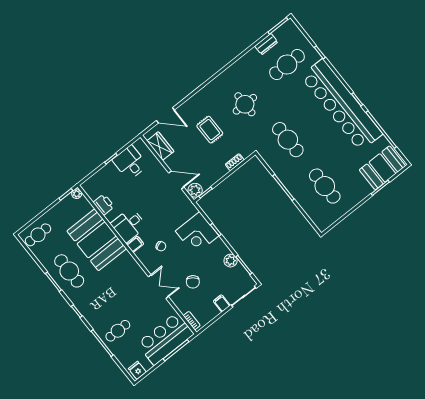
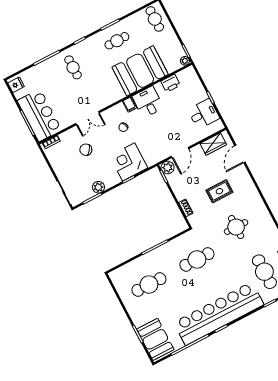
cafe table: (69, 271) -> (117, 41), width x0.73, depth x0.74
filing cabinet: (222, 303) -> (62, 172), removed
cafe table: (118, 331) -> (73, 67), moved

